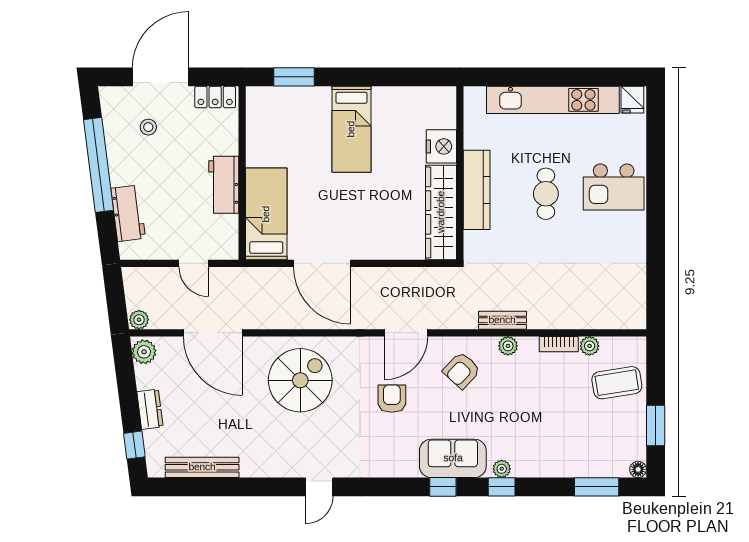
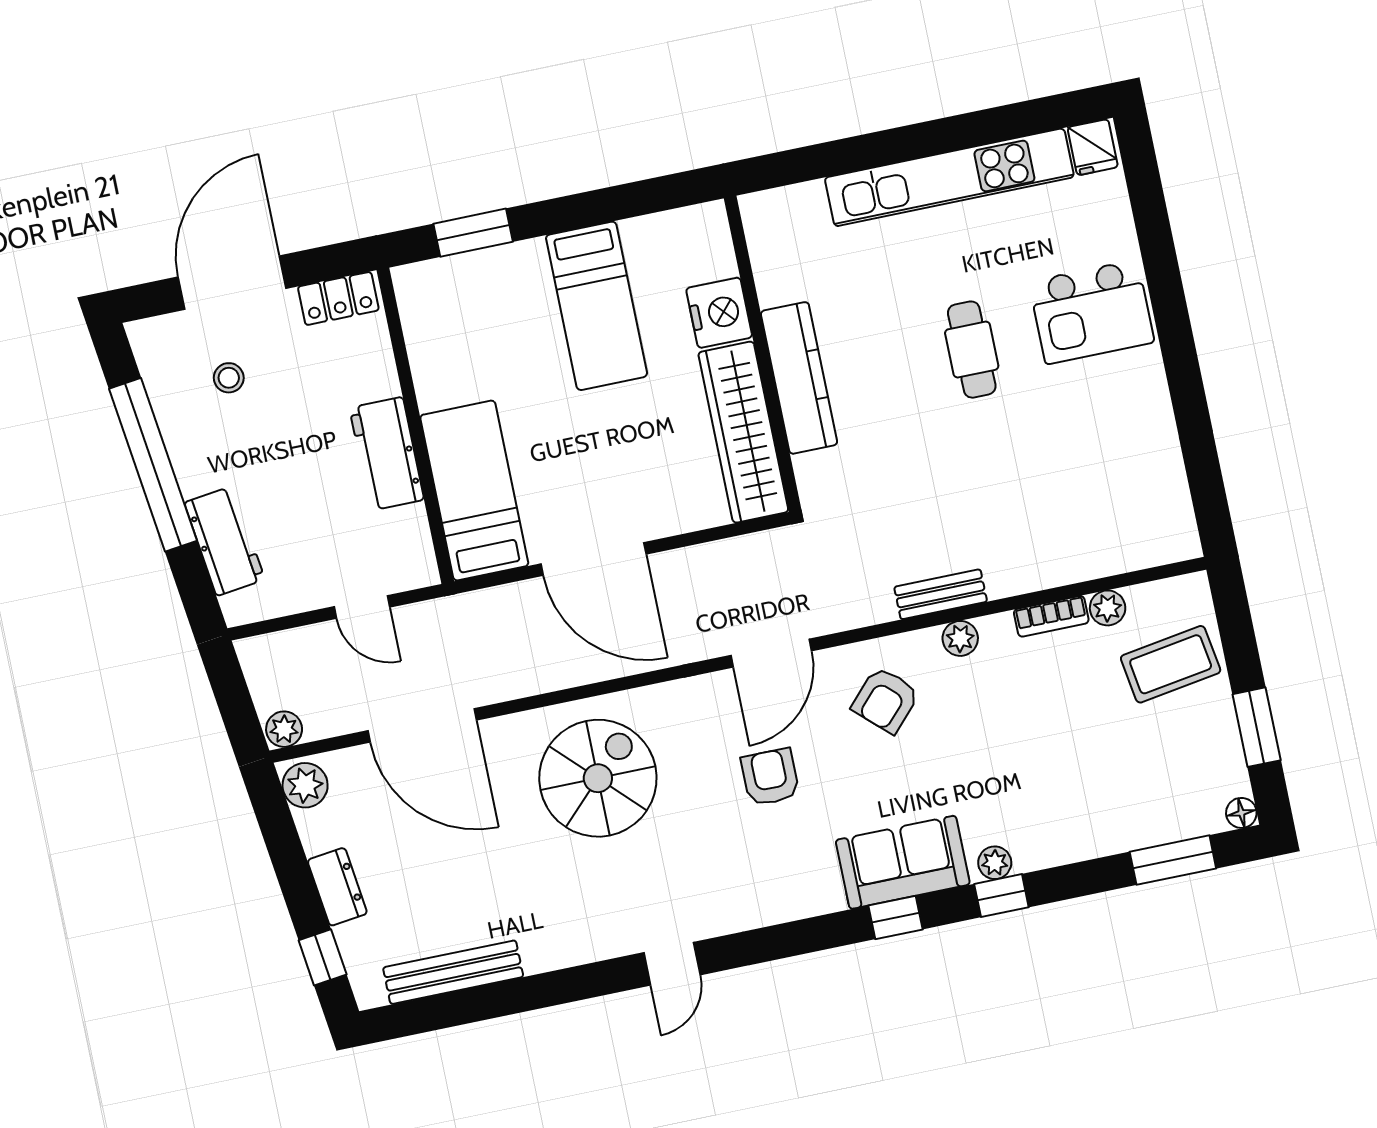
nightstand: (441, 146) -> (719, 313), moved
wall: (460, 173) -> (763, 354), moved
kitchen counter: (477, 190) -> (799, 378), moved
wardrobe: (441, 212) -> (743, 432), moved

